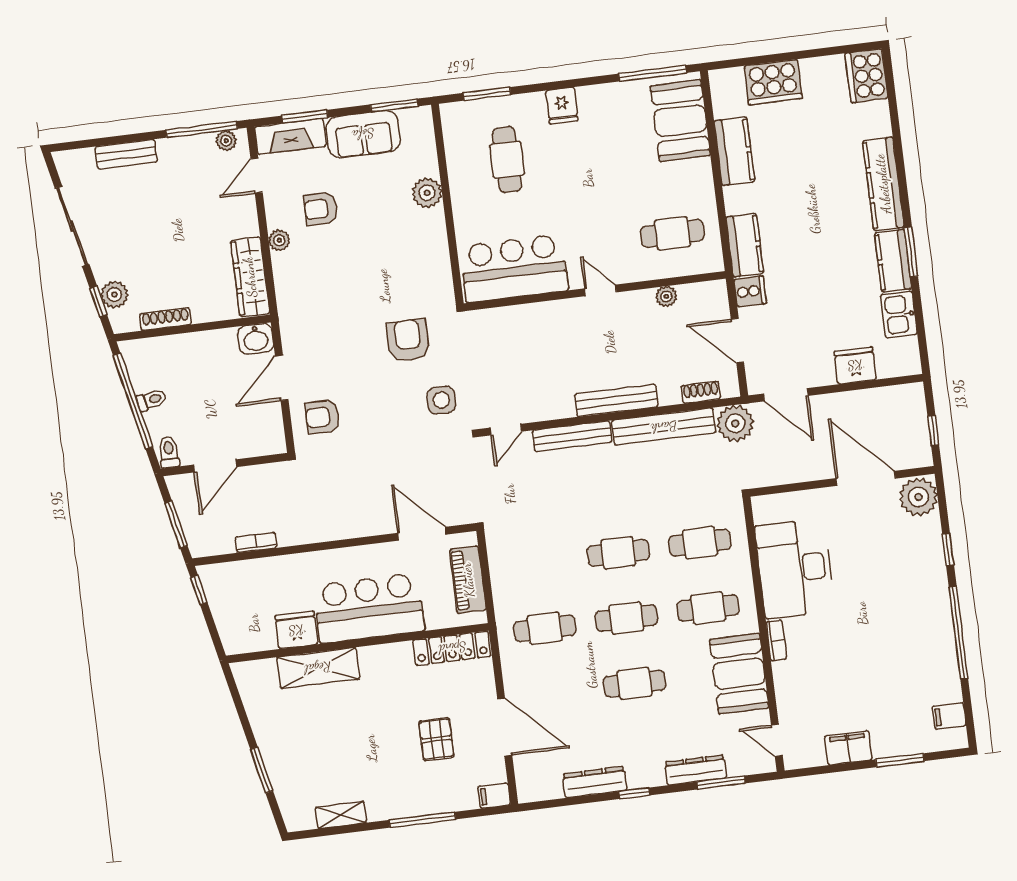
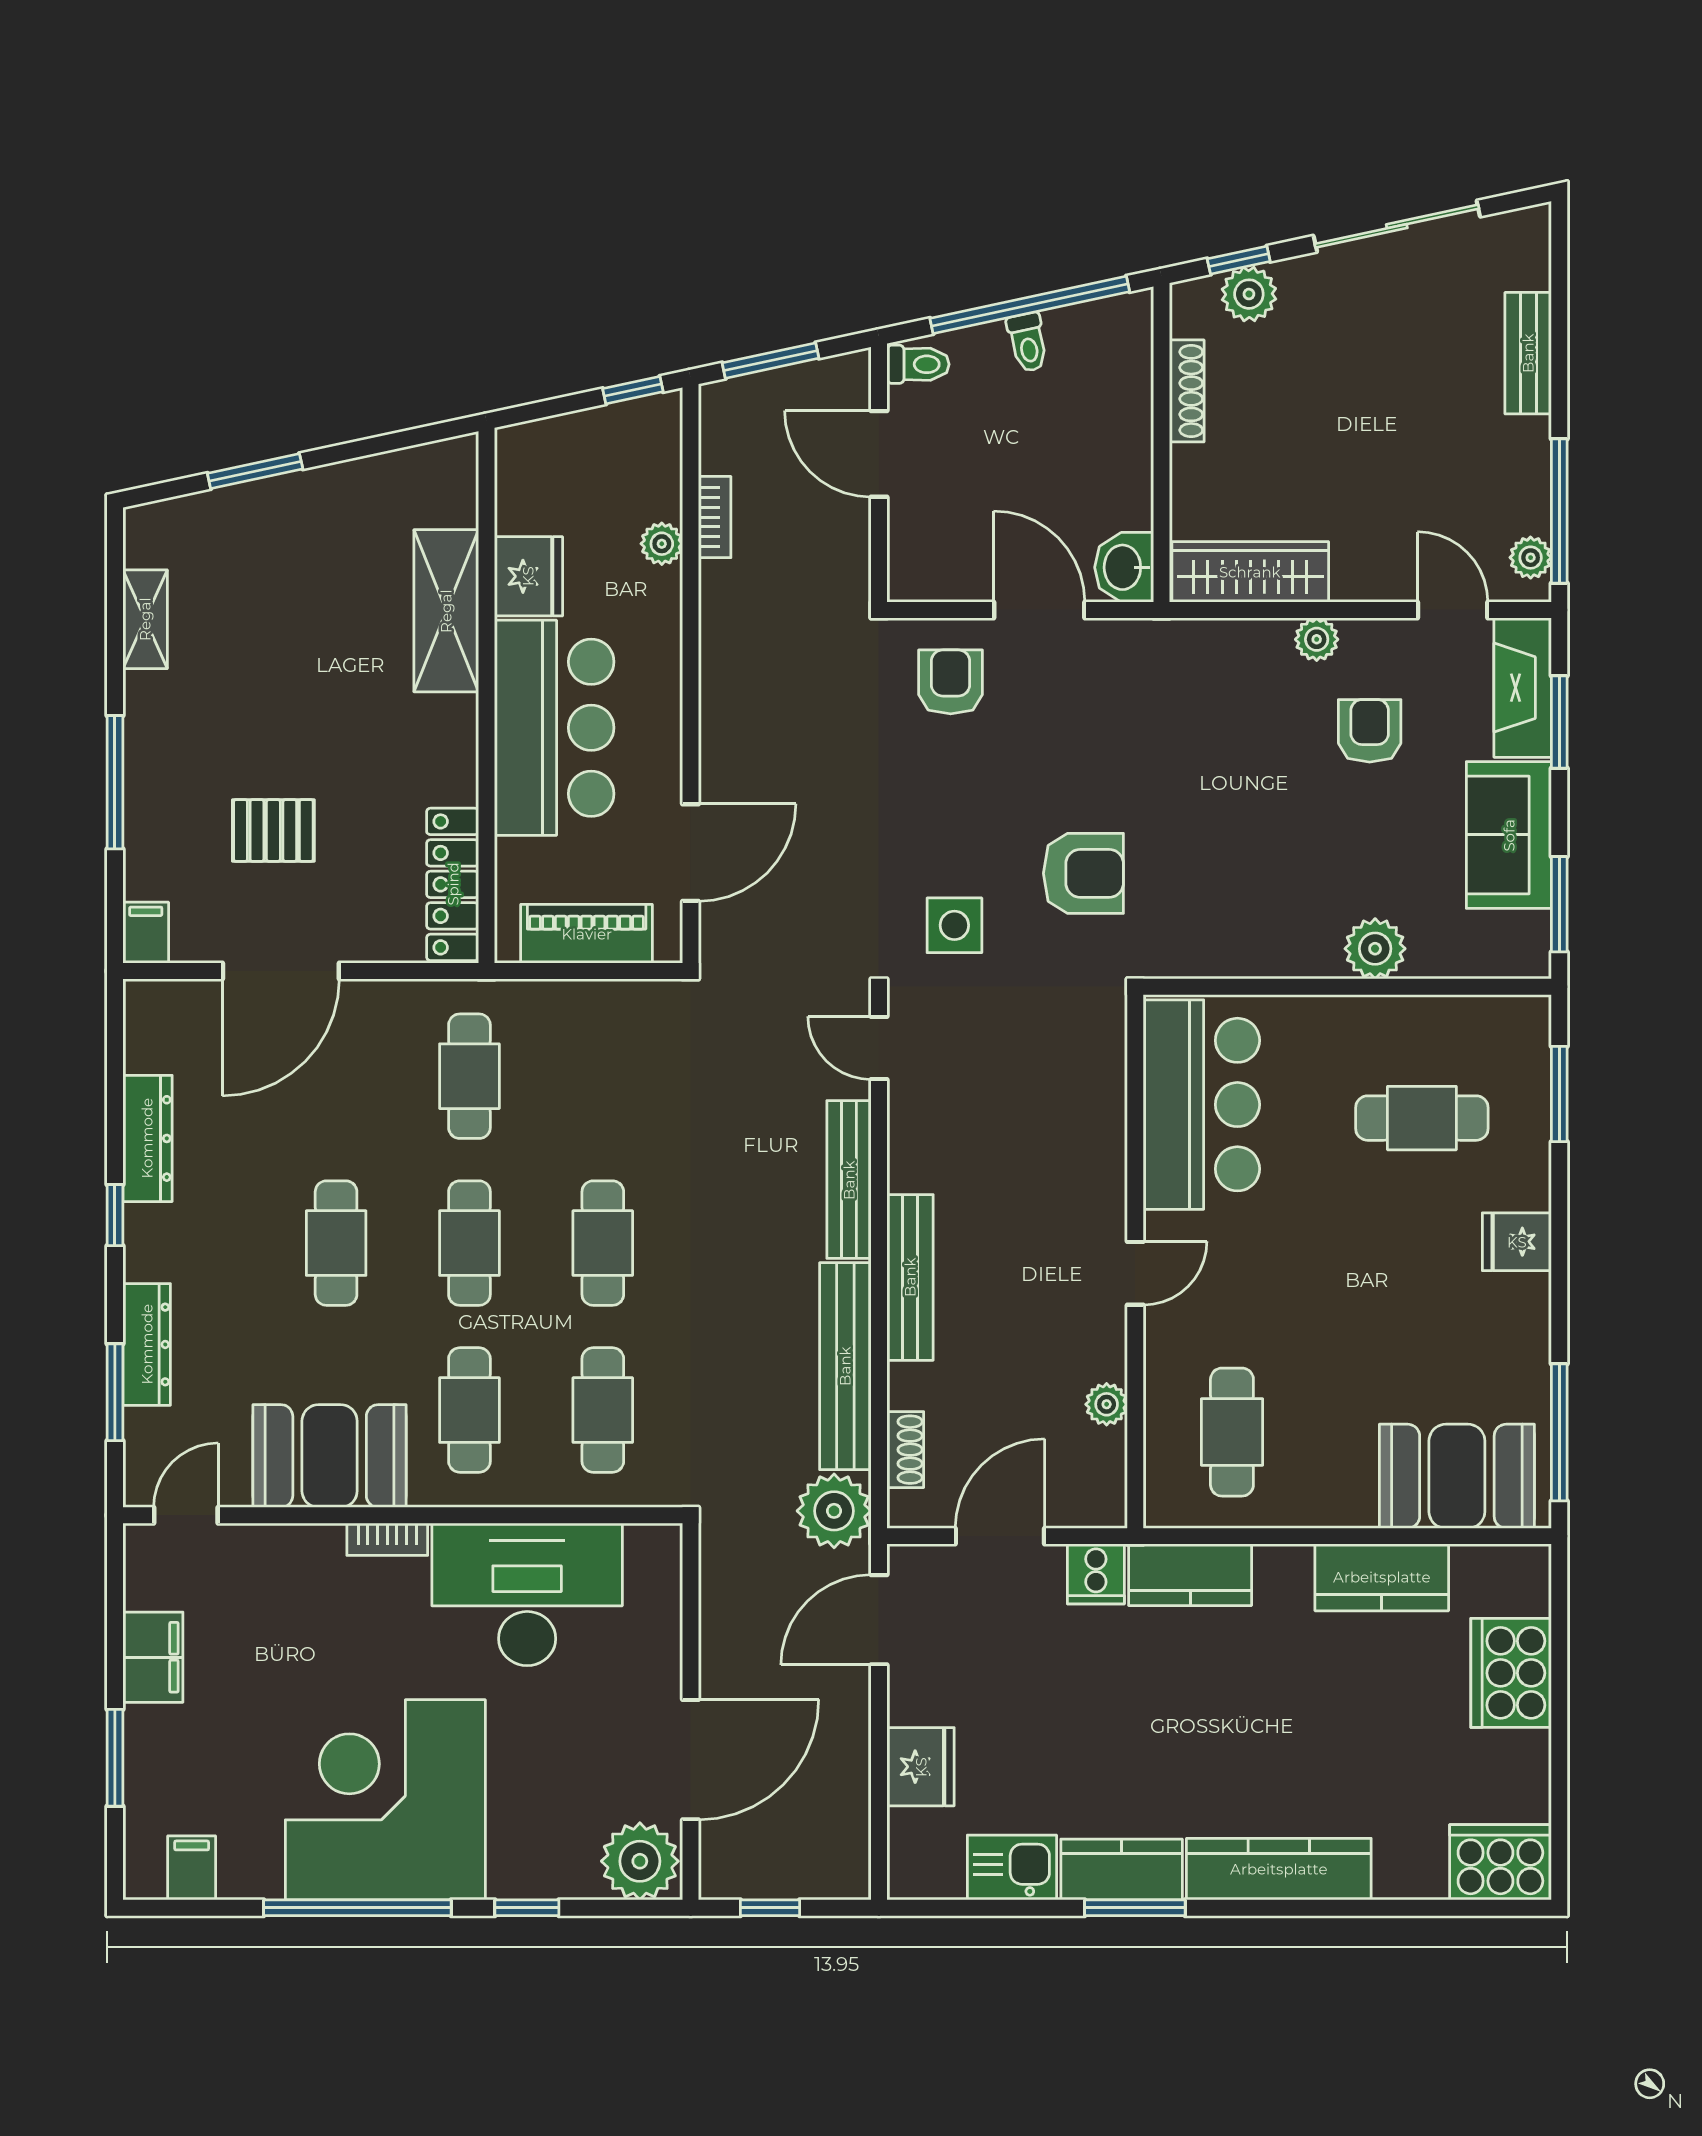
plant: (272, 567) -> (662, 544), added
corner desk: (904, 625) -> (385, 1800), added

